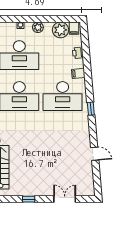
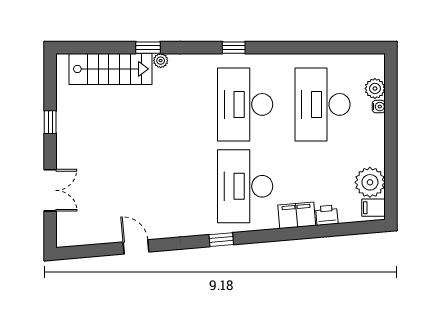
plant: (38, 27) -> (375, 88), moved
filing cabinet: (78, 73) -> (297, 215), width x2.00
door: (95, 154) -> (136, 247), swing flipped

